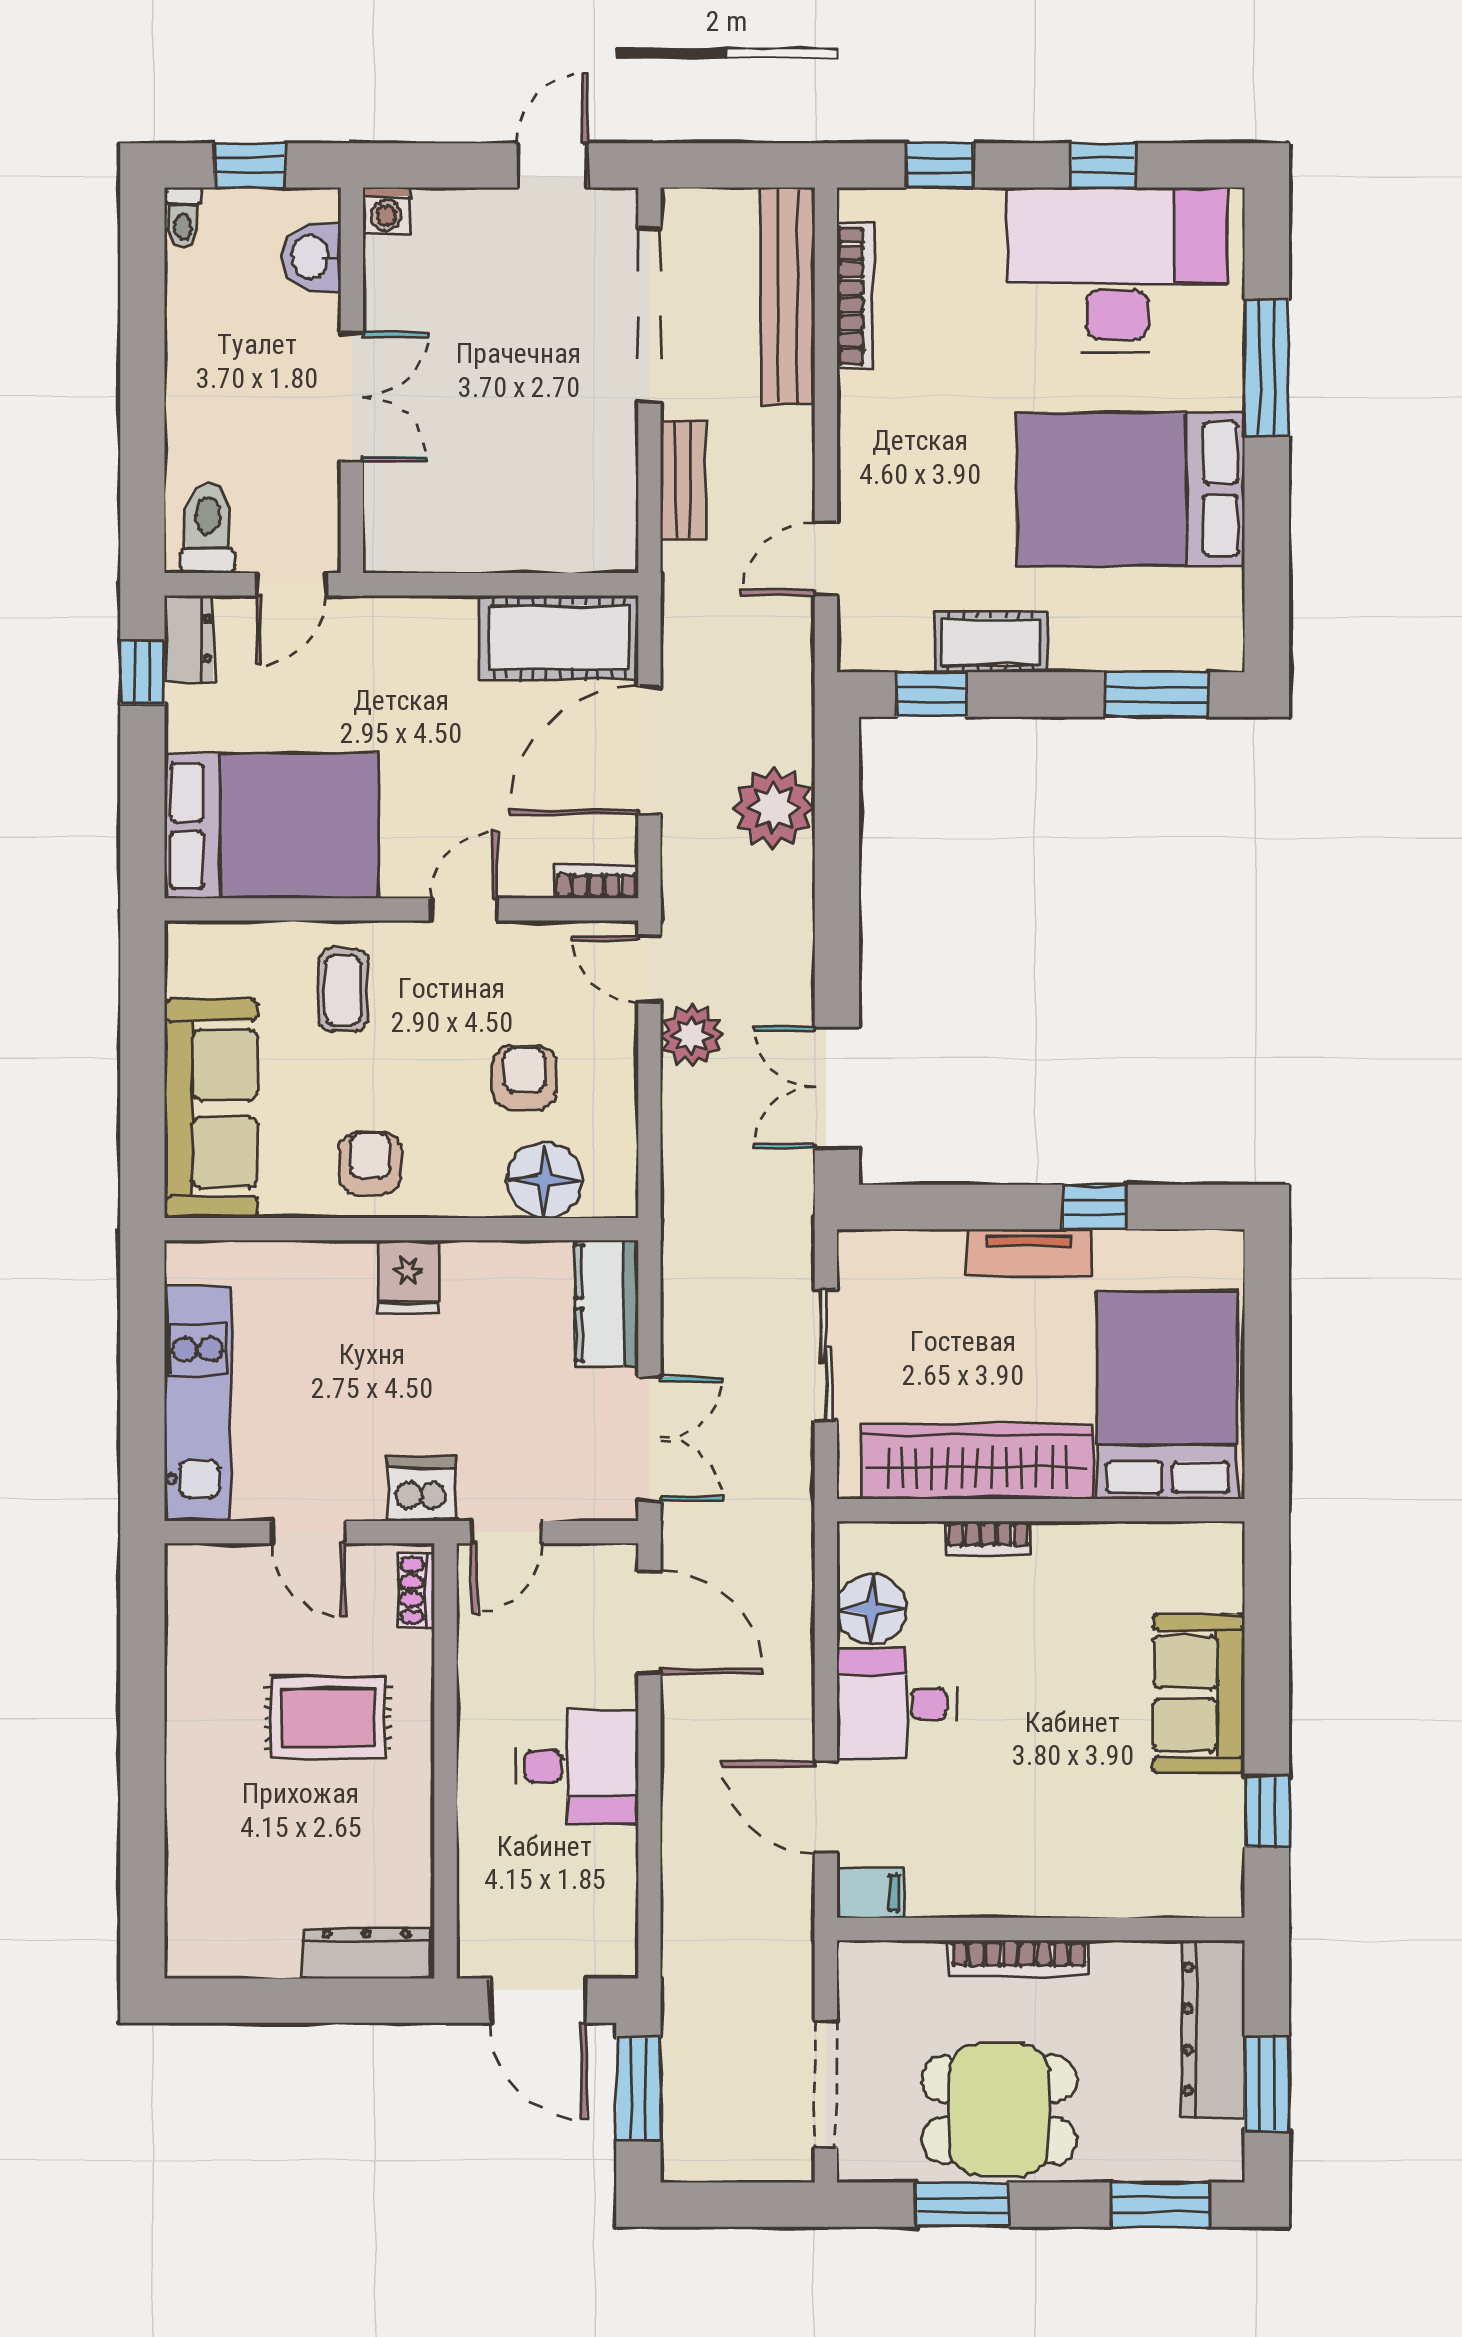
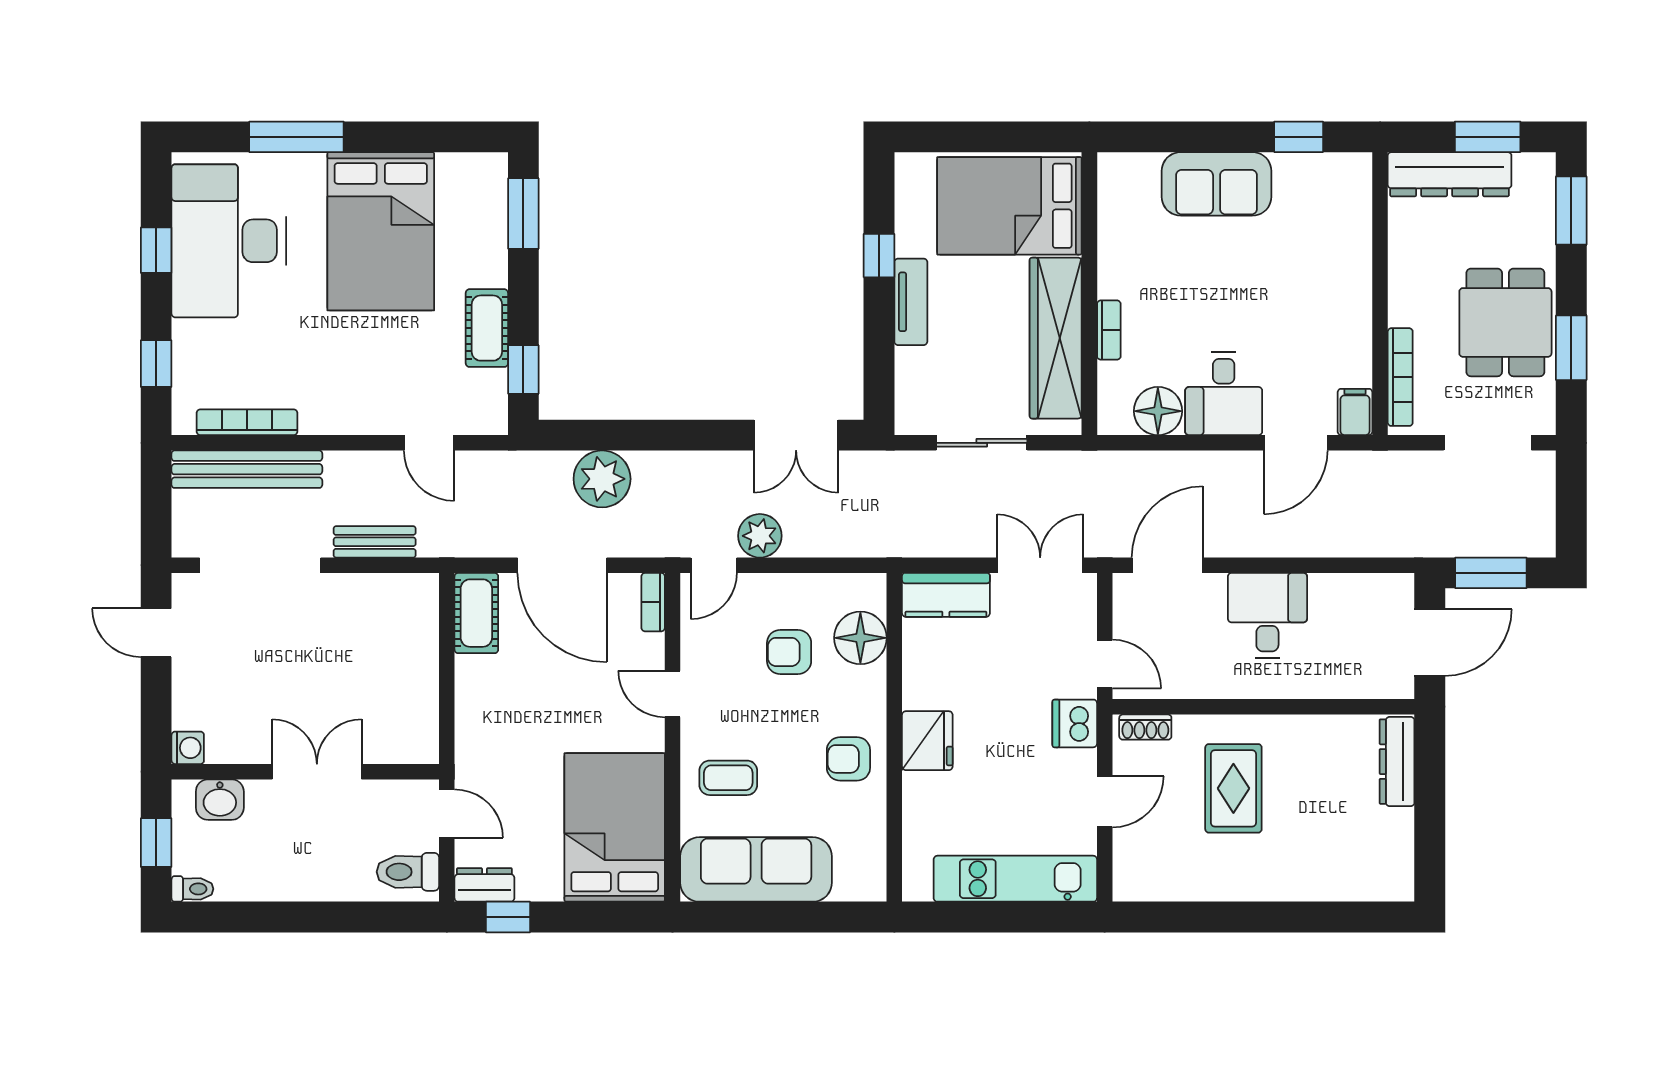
cot: (559, 637) -> (476, 613), width x0.73, depth x0.75
sofa: (211, 1109) -> (756, 869), moved
fridge: (408, 1277) -> (927, 741), width x1.38
bookcase: (1018, 1958) -> (1400, 377), moved

